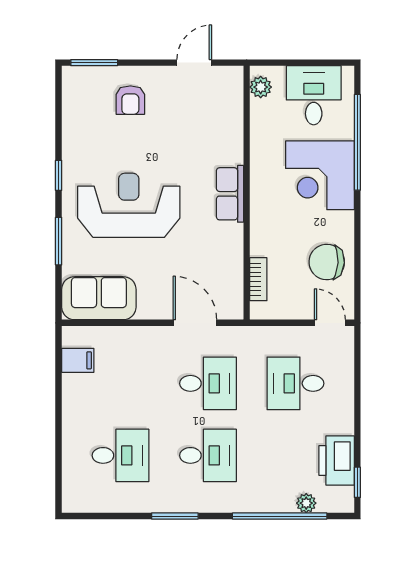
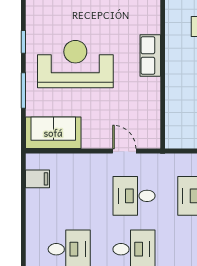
bookcase: (258, 279) -> (171, 119), removed
door: (195, 323) -> (124, 151), width x0.73
desk: (208, 383) -> (134, 196), turned 180

